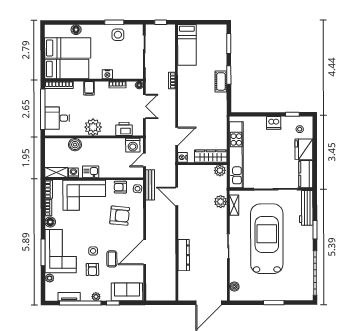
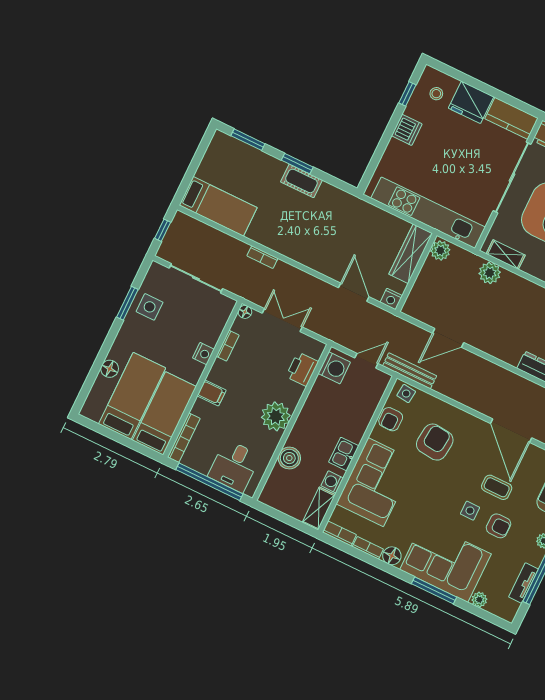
door: (144, 160) -> (366, 361), swing flipped

